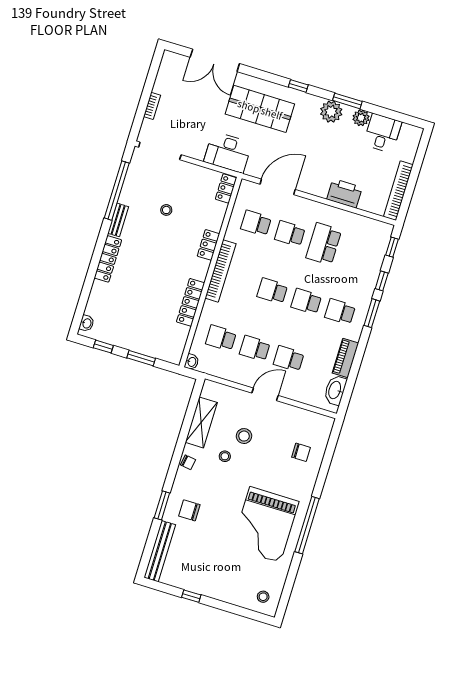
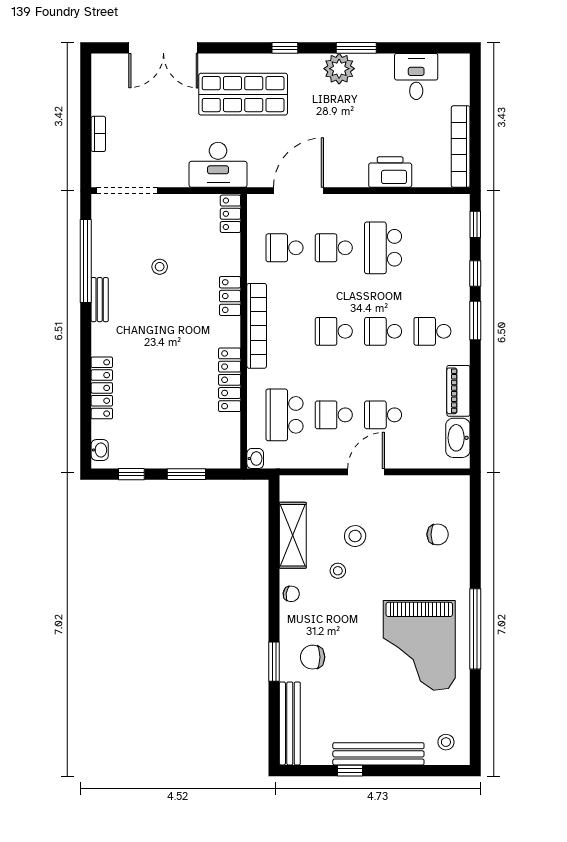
plant: (361, 118) -> (381, 65), removed
locker: (108, 259) -> (102, 388), moved
school desk: (221, 338) -> (284, 415), width x1.85
bench: (214, 591) -> (378, 754), added

